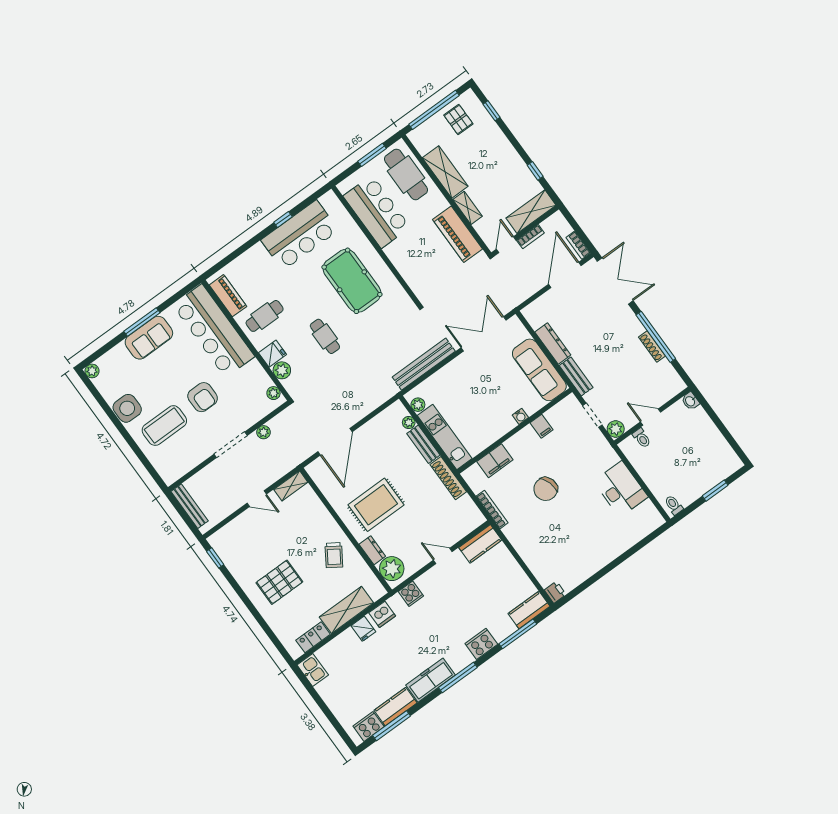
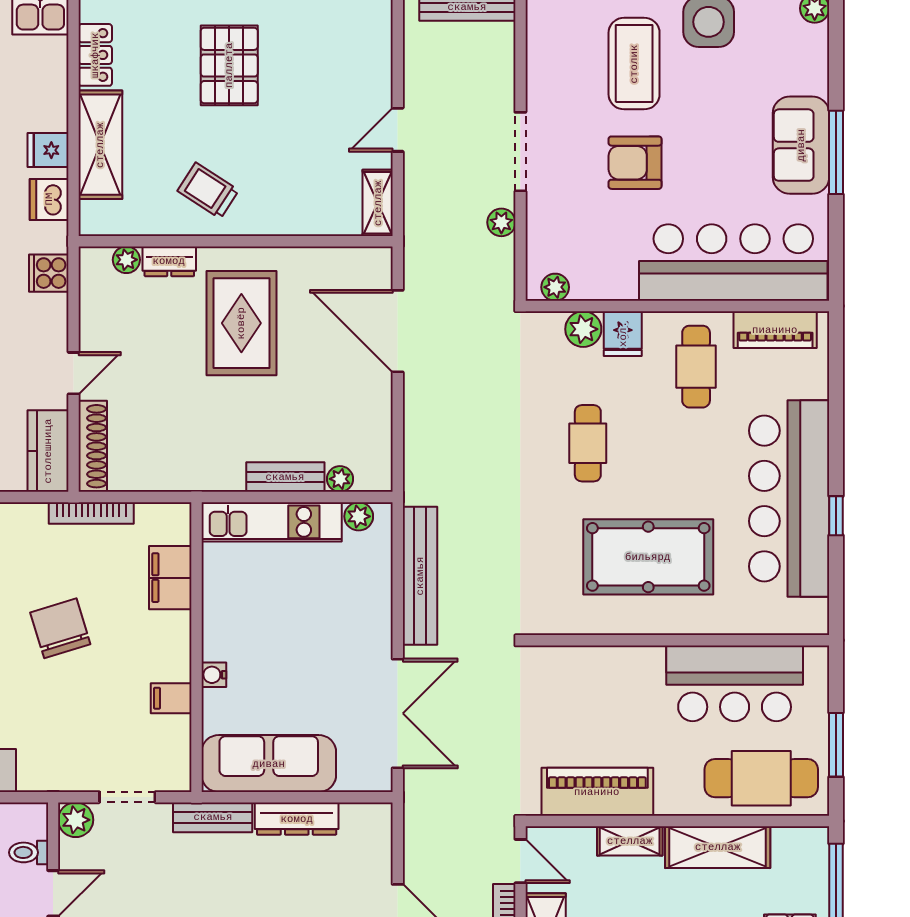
bar counter: (300, 235) -> (789, 498), width x1.36
cafe table: (325, 336) -> (588, 443), turned 90
shoe rack: (448, 478) -> (93, 446), moved, turned 90
plant: (392, 569) -> (126, 260), width x0.53, depth x0.53

